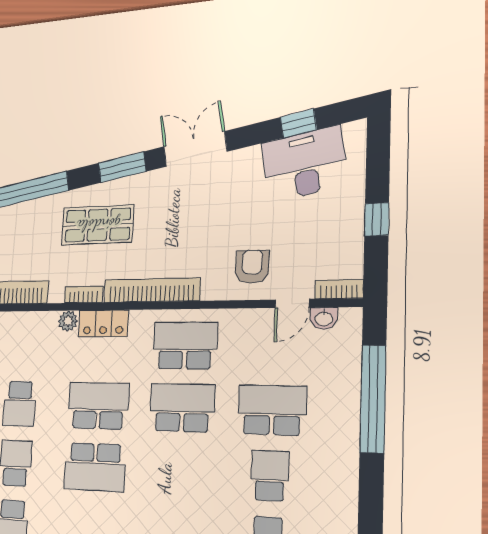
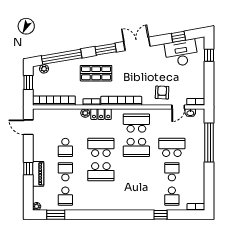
window: (377, 219) -> (209, 55), moved
school desk: (182, 408) -> (136, 147), turned 180

